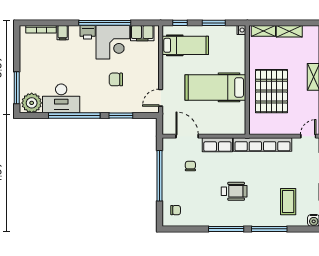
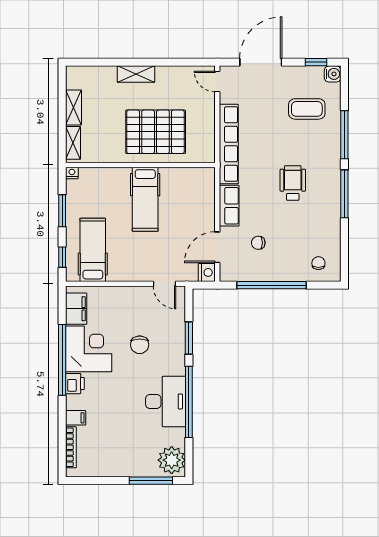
hospital bed: (215, 87) -> (145, 199), width x0.73, depth x0.78
desk: (61, 98) -> (166, 401), moved
nightstand: (169, 128) -> (207, 272), added

